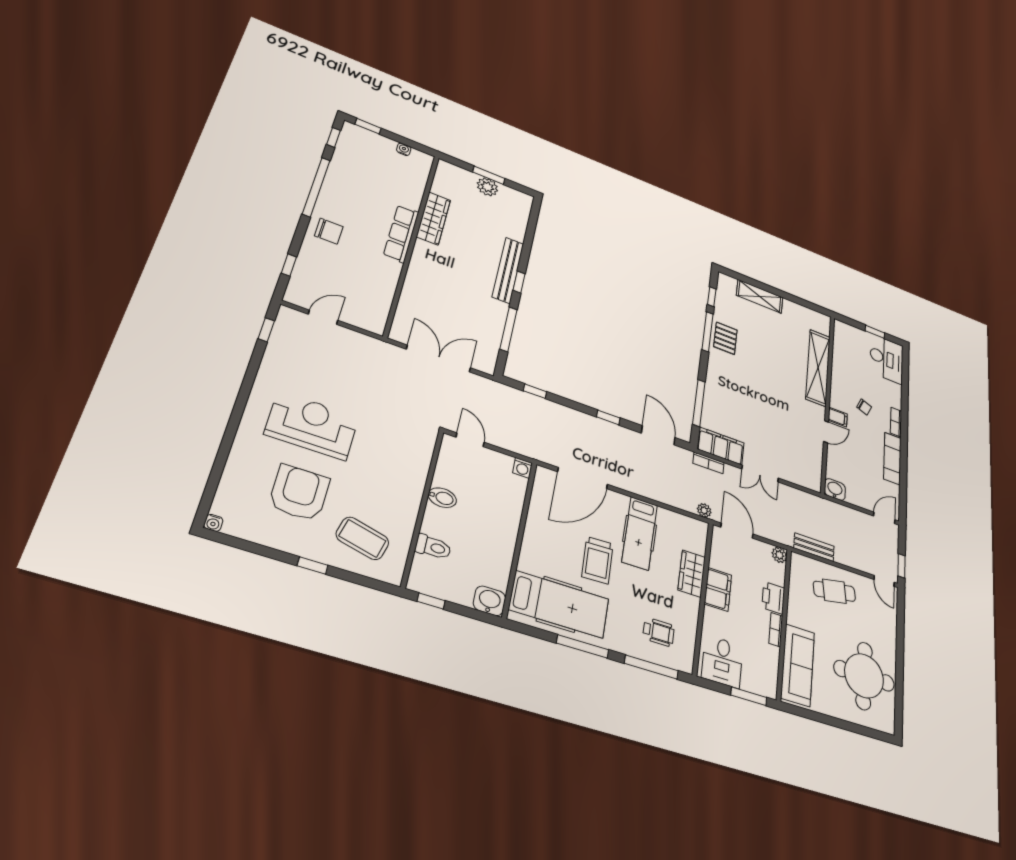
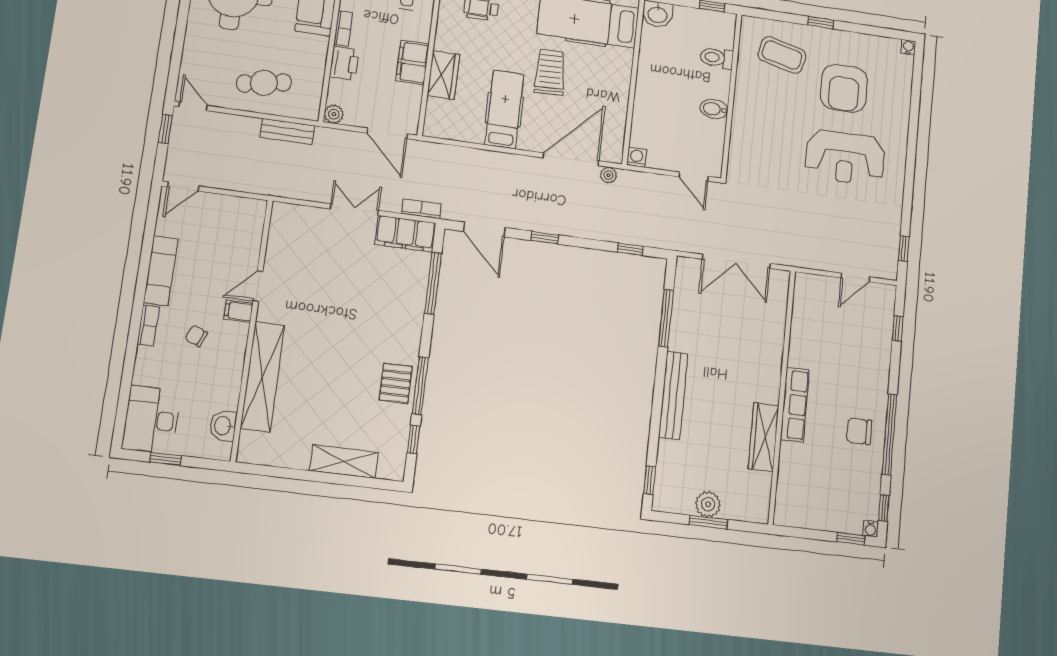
water cooler: (404, 149) -> (871, 529), moved
chair: (329, 231) -> (859, 431), moved
window: (519, 282) -> (650, 480), moved
washbasin: (835, 490) -> (223, 426), moved, turned 90
plant: (704, 510) -> (608, 175), moved

